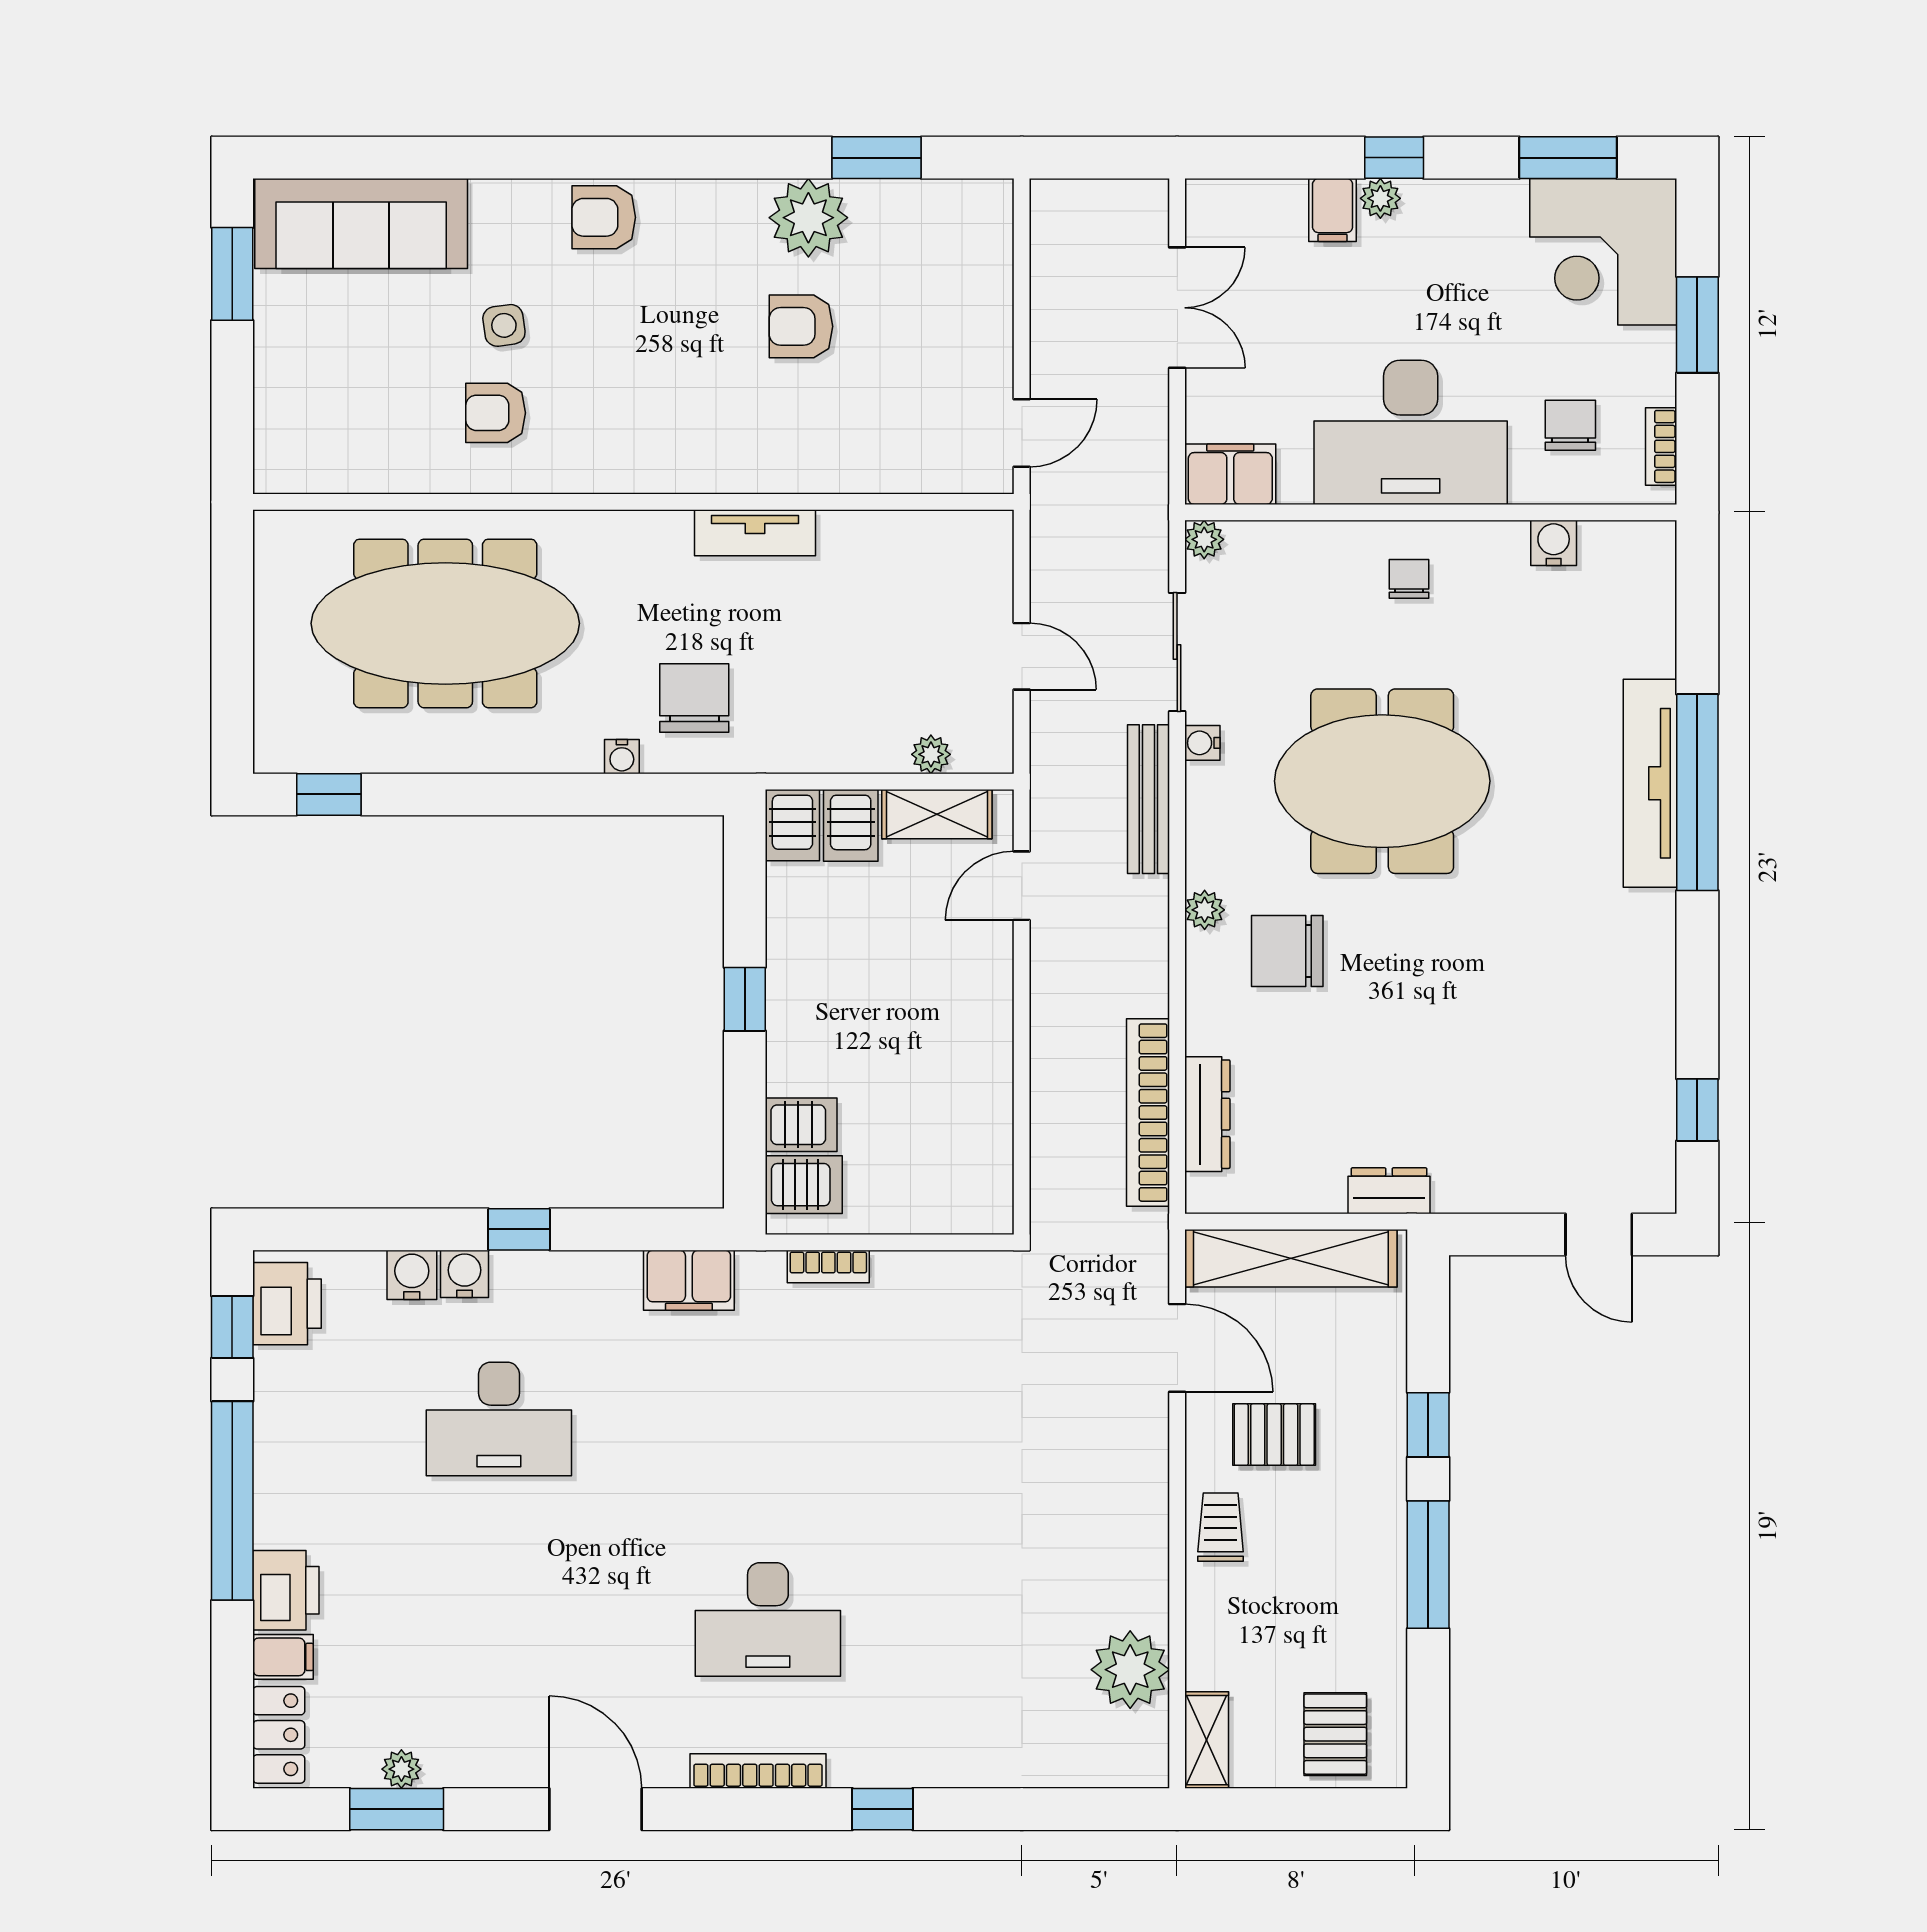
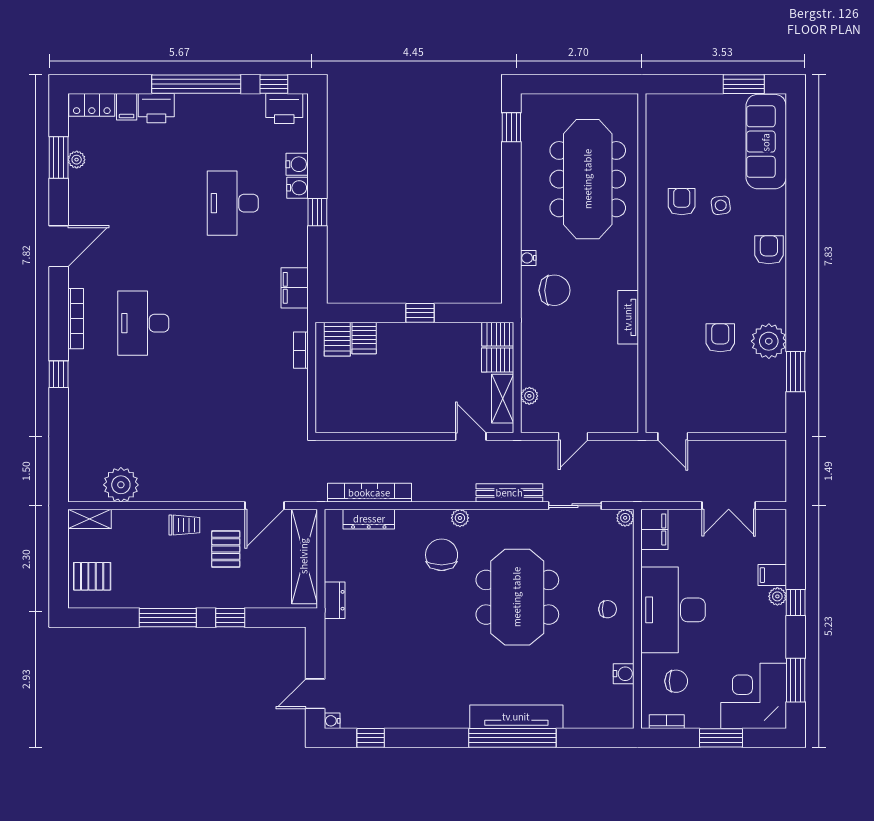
water cooler: (1202, 743) -> (332, 721), moved, turned -90

